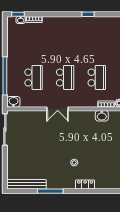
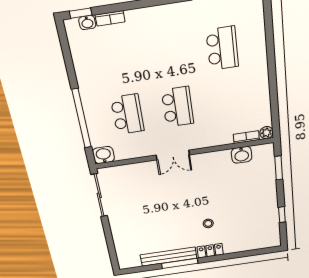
school desk: (97, 78) -> (222, 48), moved
bench: (26, 184) -> (169, 257), moved
locker: (85, 184) -> (210, 251), moved

